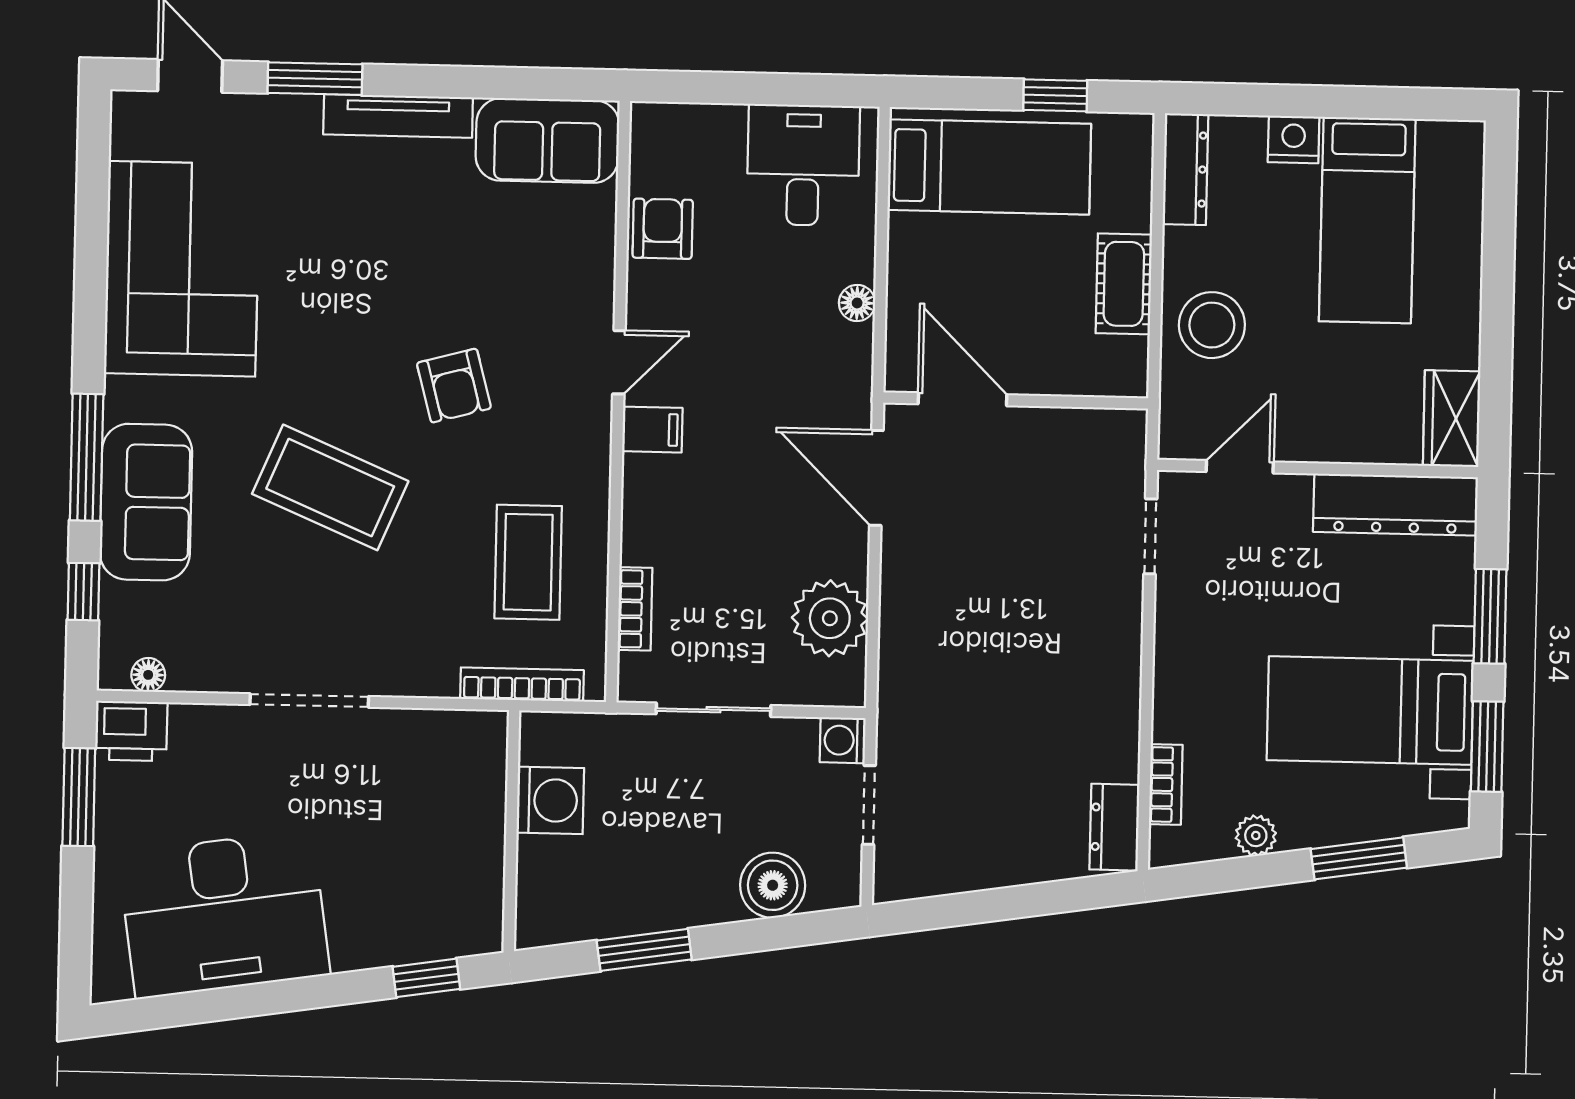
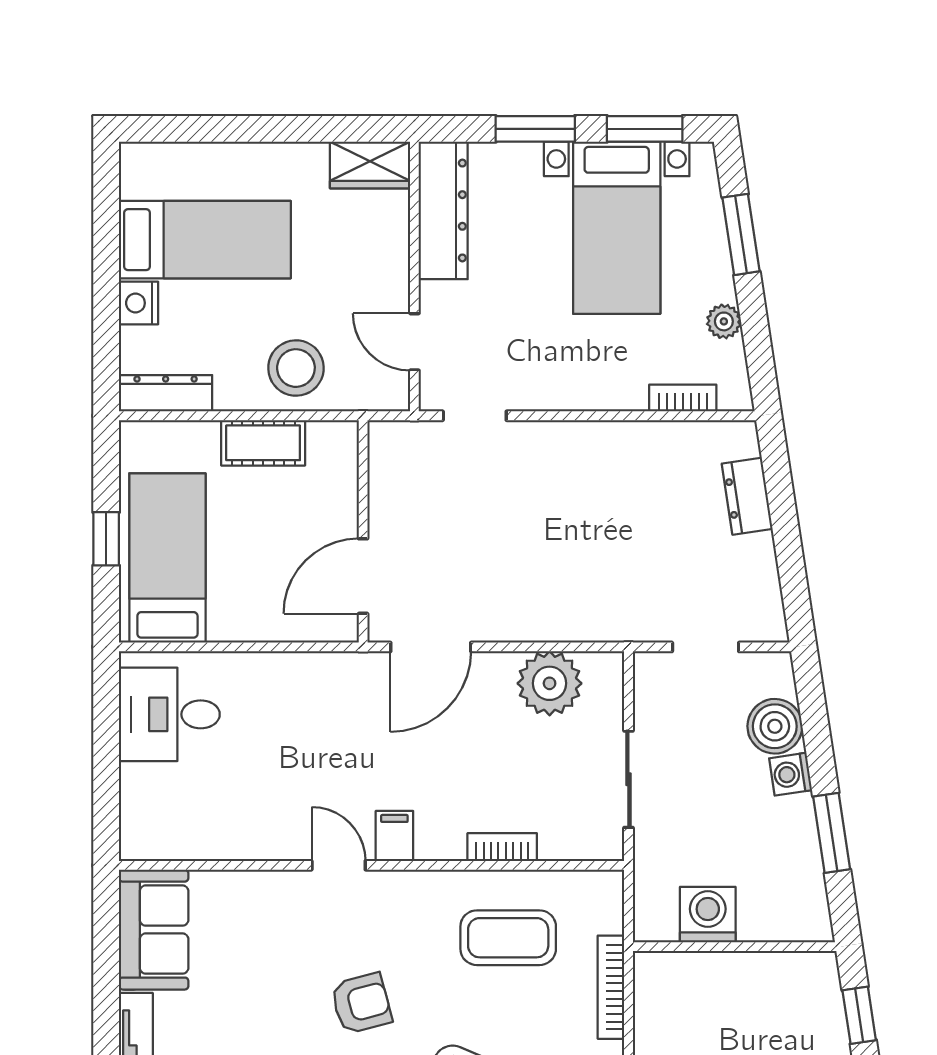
window: (1055, 95) -> (106, 539), moved
armchair: (663, 229) -> (226, 831), removed
floor lamp: (857, 303) -> (284, 666), removed
bookcase: (635, 609) -> (502, 847), moved
bookcase: (522, 684) -> (611, 987), moved
washing machine: (843, 740) -> (791, 774), moved, turned 81
dresser: (1114, 827) -> (747, 496), moved, turned 81

